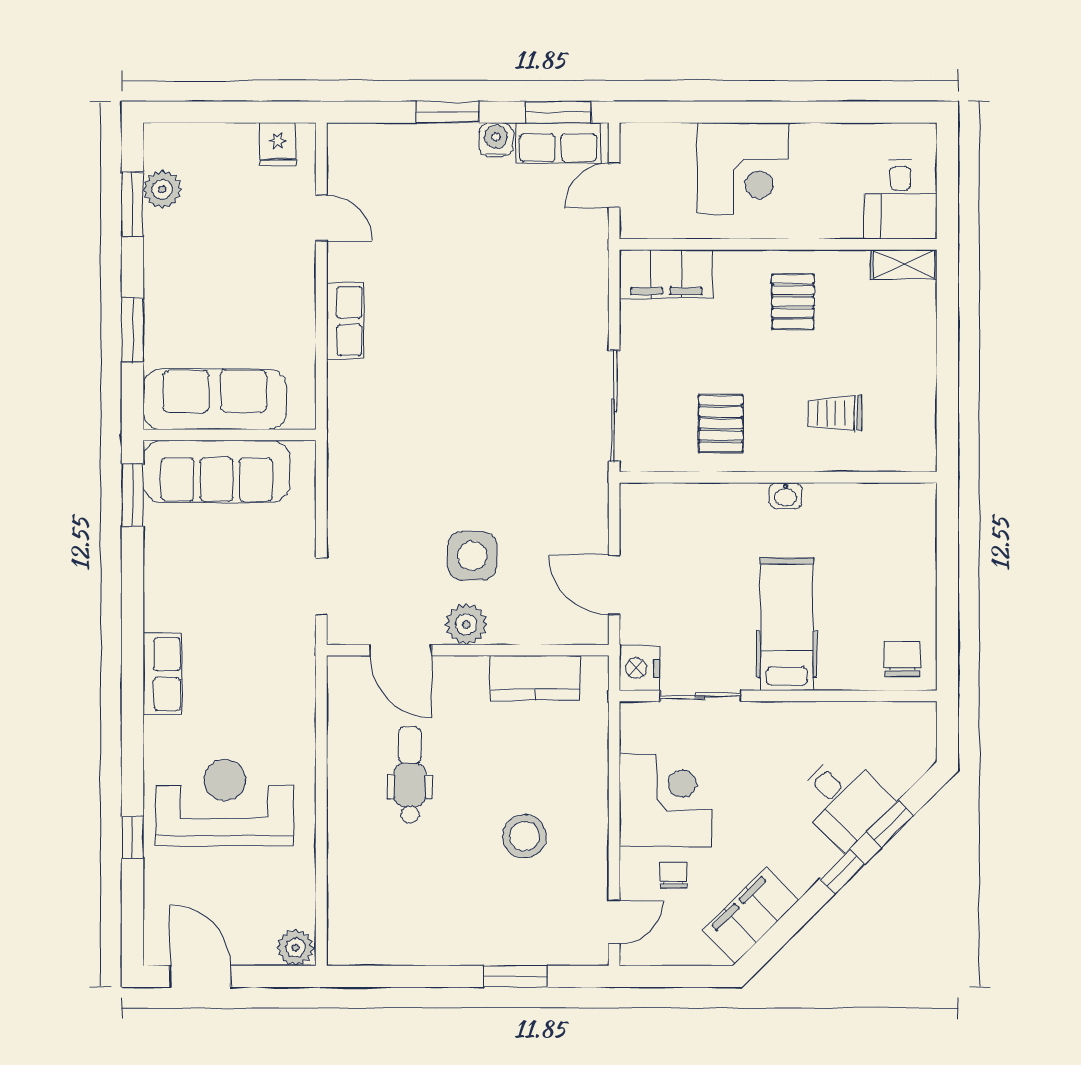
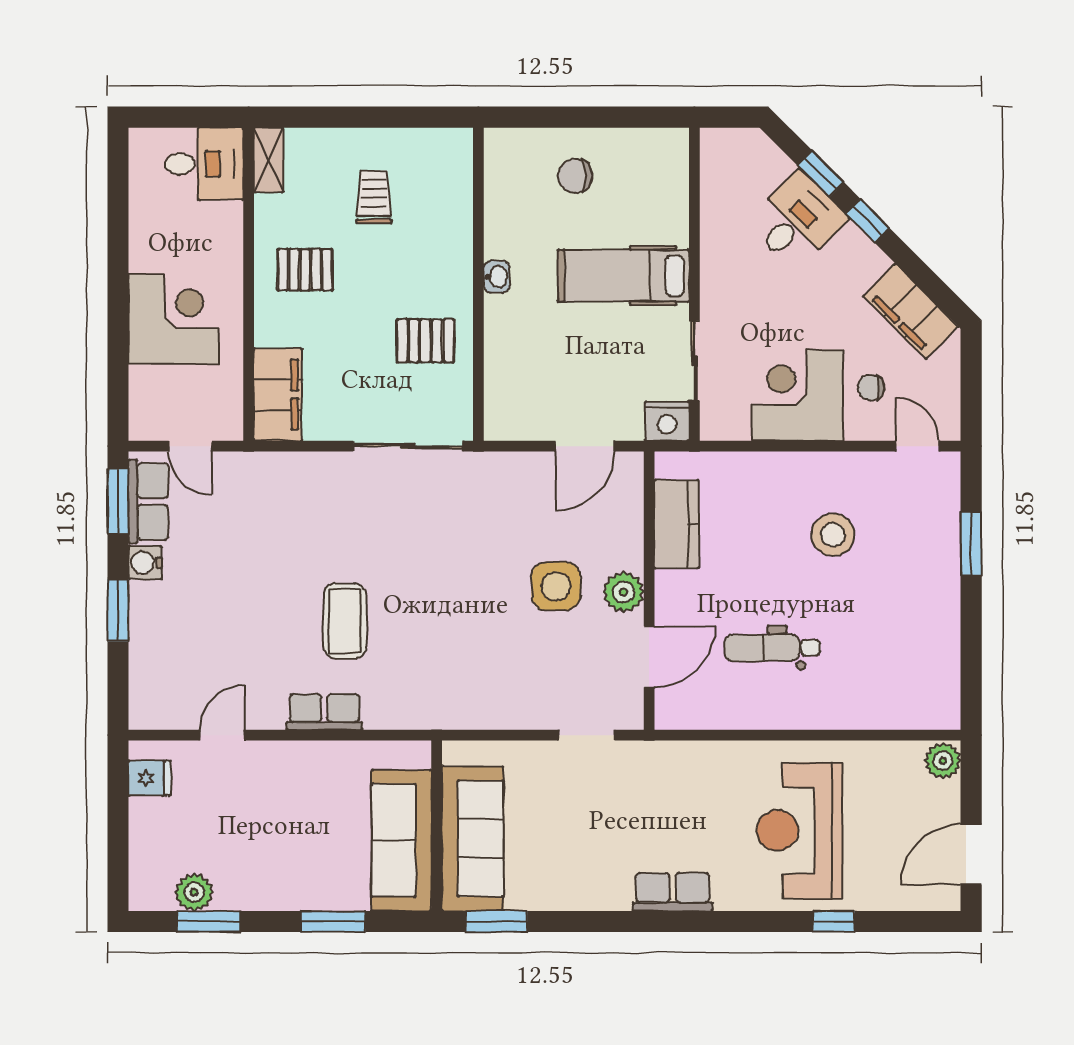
coffee table: (437, 342) -> (345, 621), added
trolley: (835, 413) -> (374, 197), moved, turned 180
chair: (902, 659) -> (575, 176), moved

